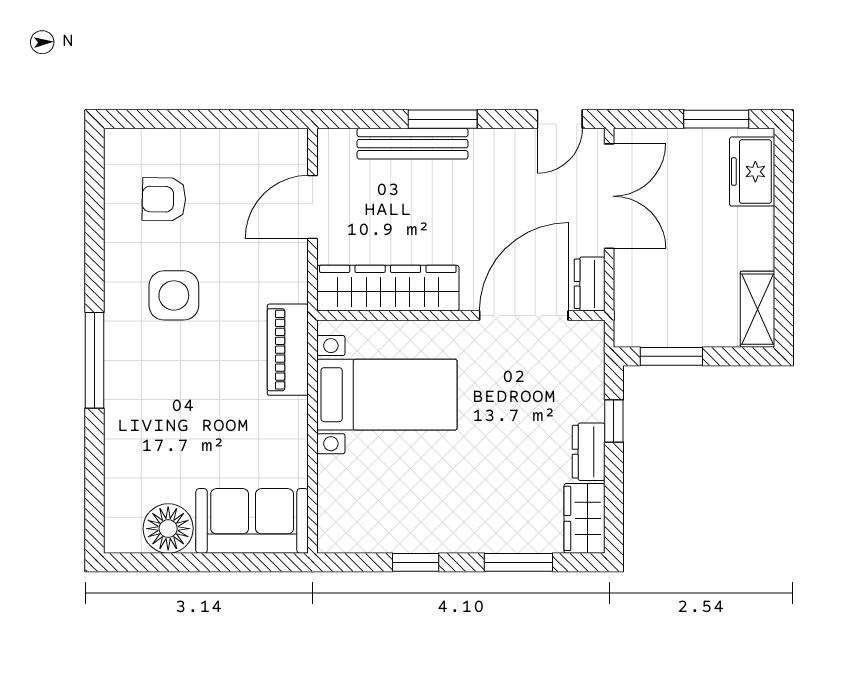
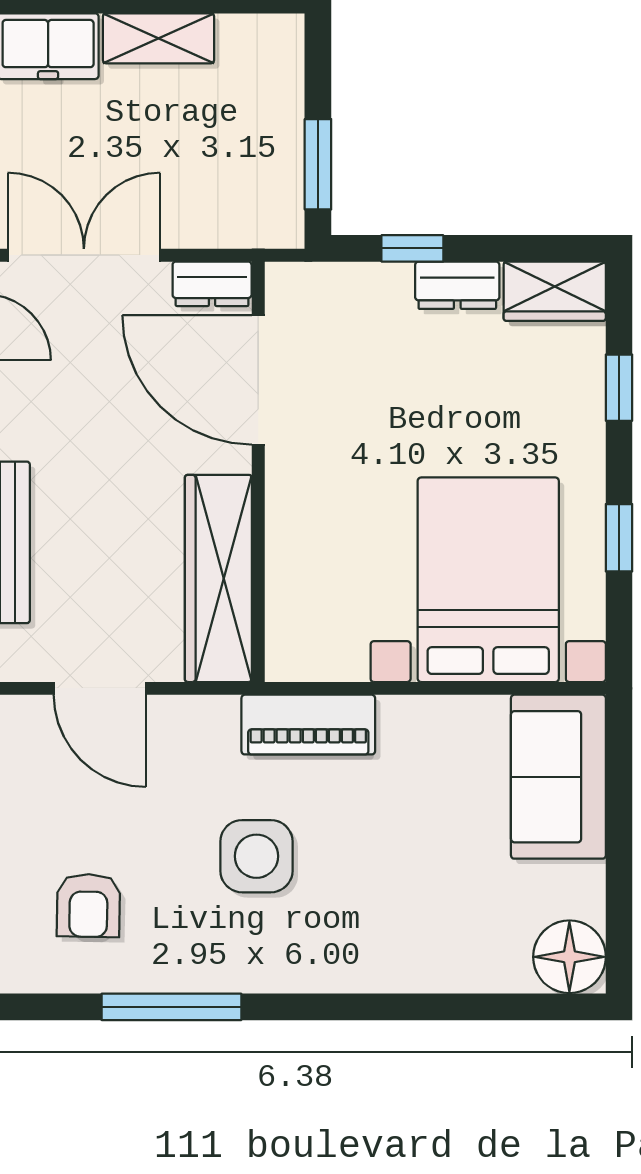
side table: (174, 295) -> (256, 856), moved
shelving: (758, 309) -> (158, 38), moved
window: (95, 360) -> (171, 1007), moved
bed with nightstands: (387, 395) -> (488, 580), moved, width x1.36
floor lamp: (168, 529) -> (569, 957), moved
window: (518, 562) -> (619, 388), width x0.67

